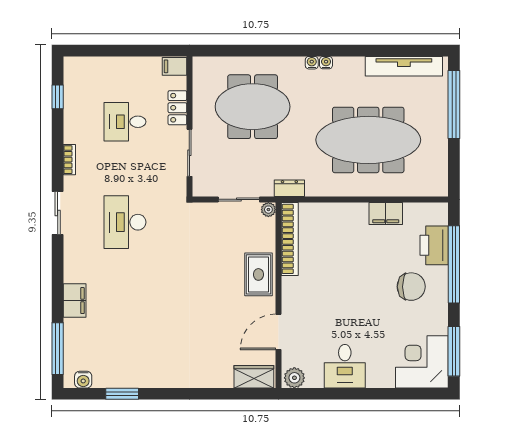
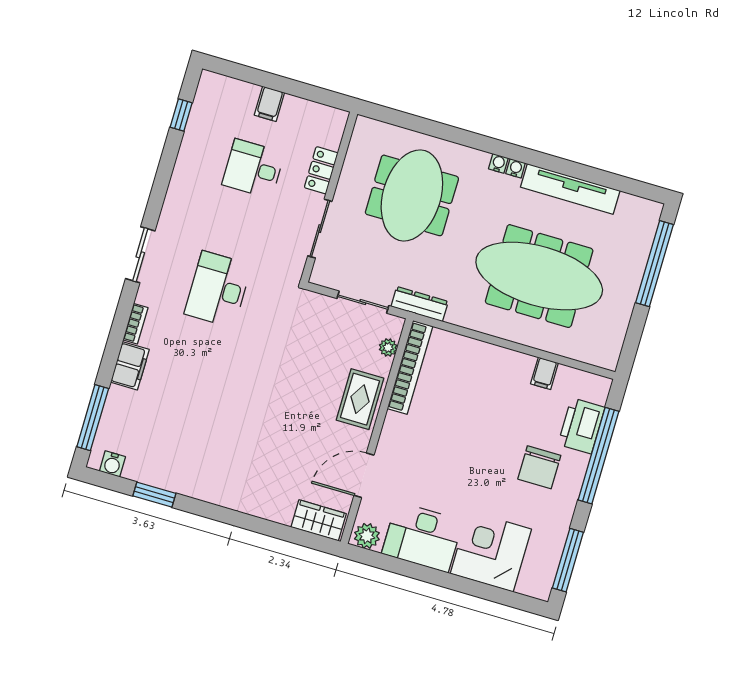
filing cabinet: (174, 66) -> (269, 104), moved, turned -90
tv unit: (404, 66) -> (570, 189), moved
meeting table: (253, 107) -> (412, 195), turned 90
bookcase: (69, 160) -> (135, 324), moved
dresser: (289, 188) -> (420, 304), width x1.44
plant: (268, 210) -> (388, 347), moved
filing cabinet: (386, 213) -> (544, 373), width x0.50
chair: (411, 287) -> (539, 467), turned 90
corner desk: (422, 362) -> (491, 551), moved
desk: (345, 366) -> (422, 537), width x1.37

